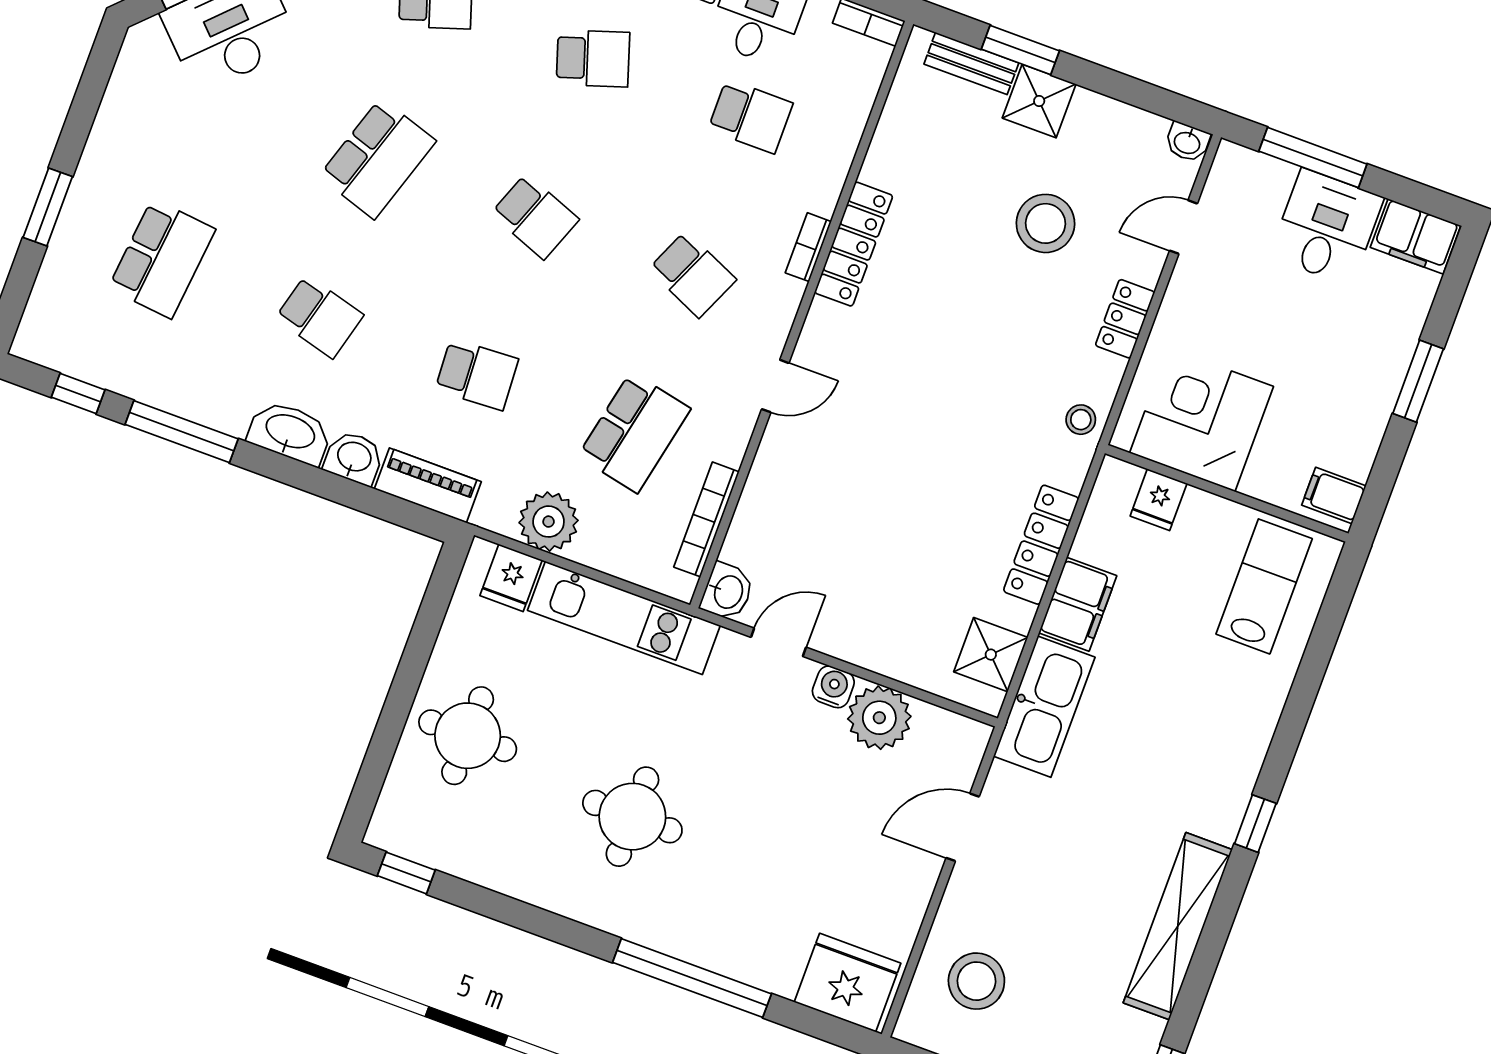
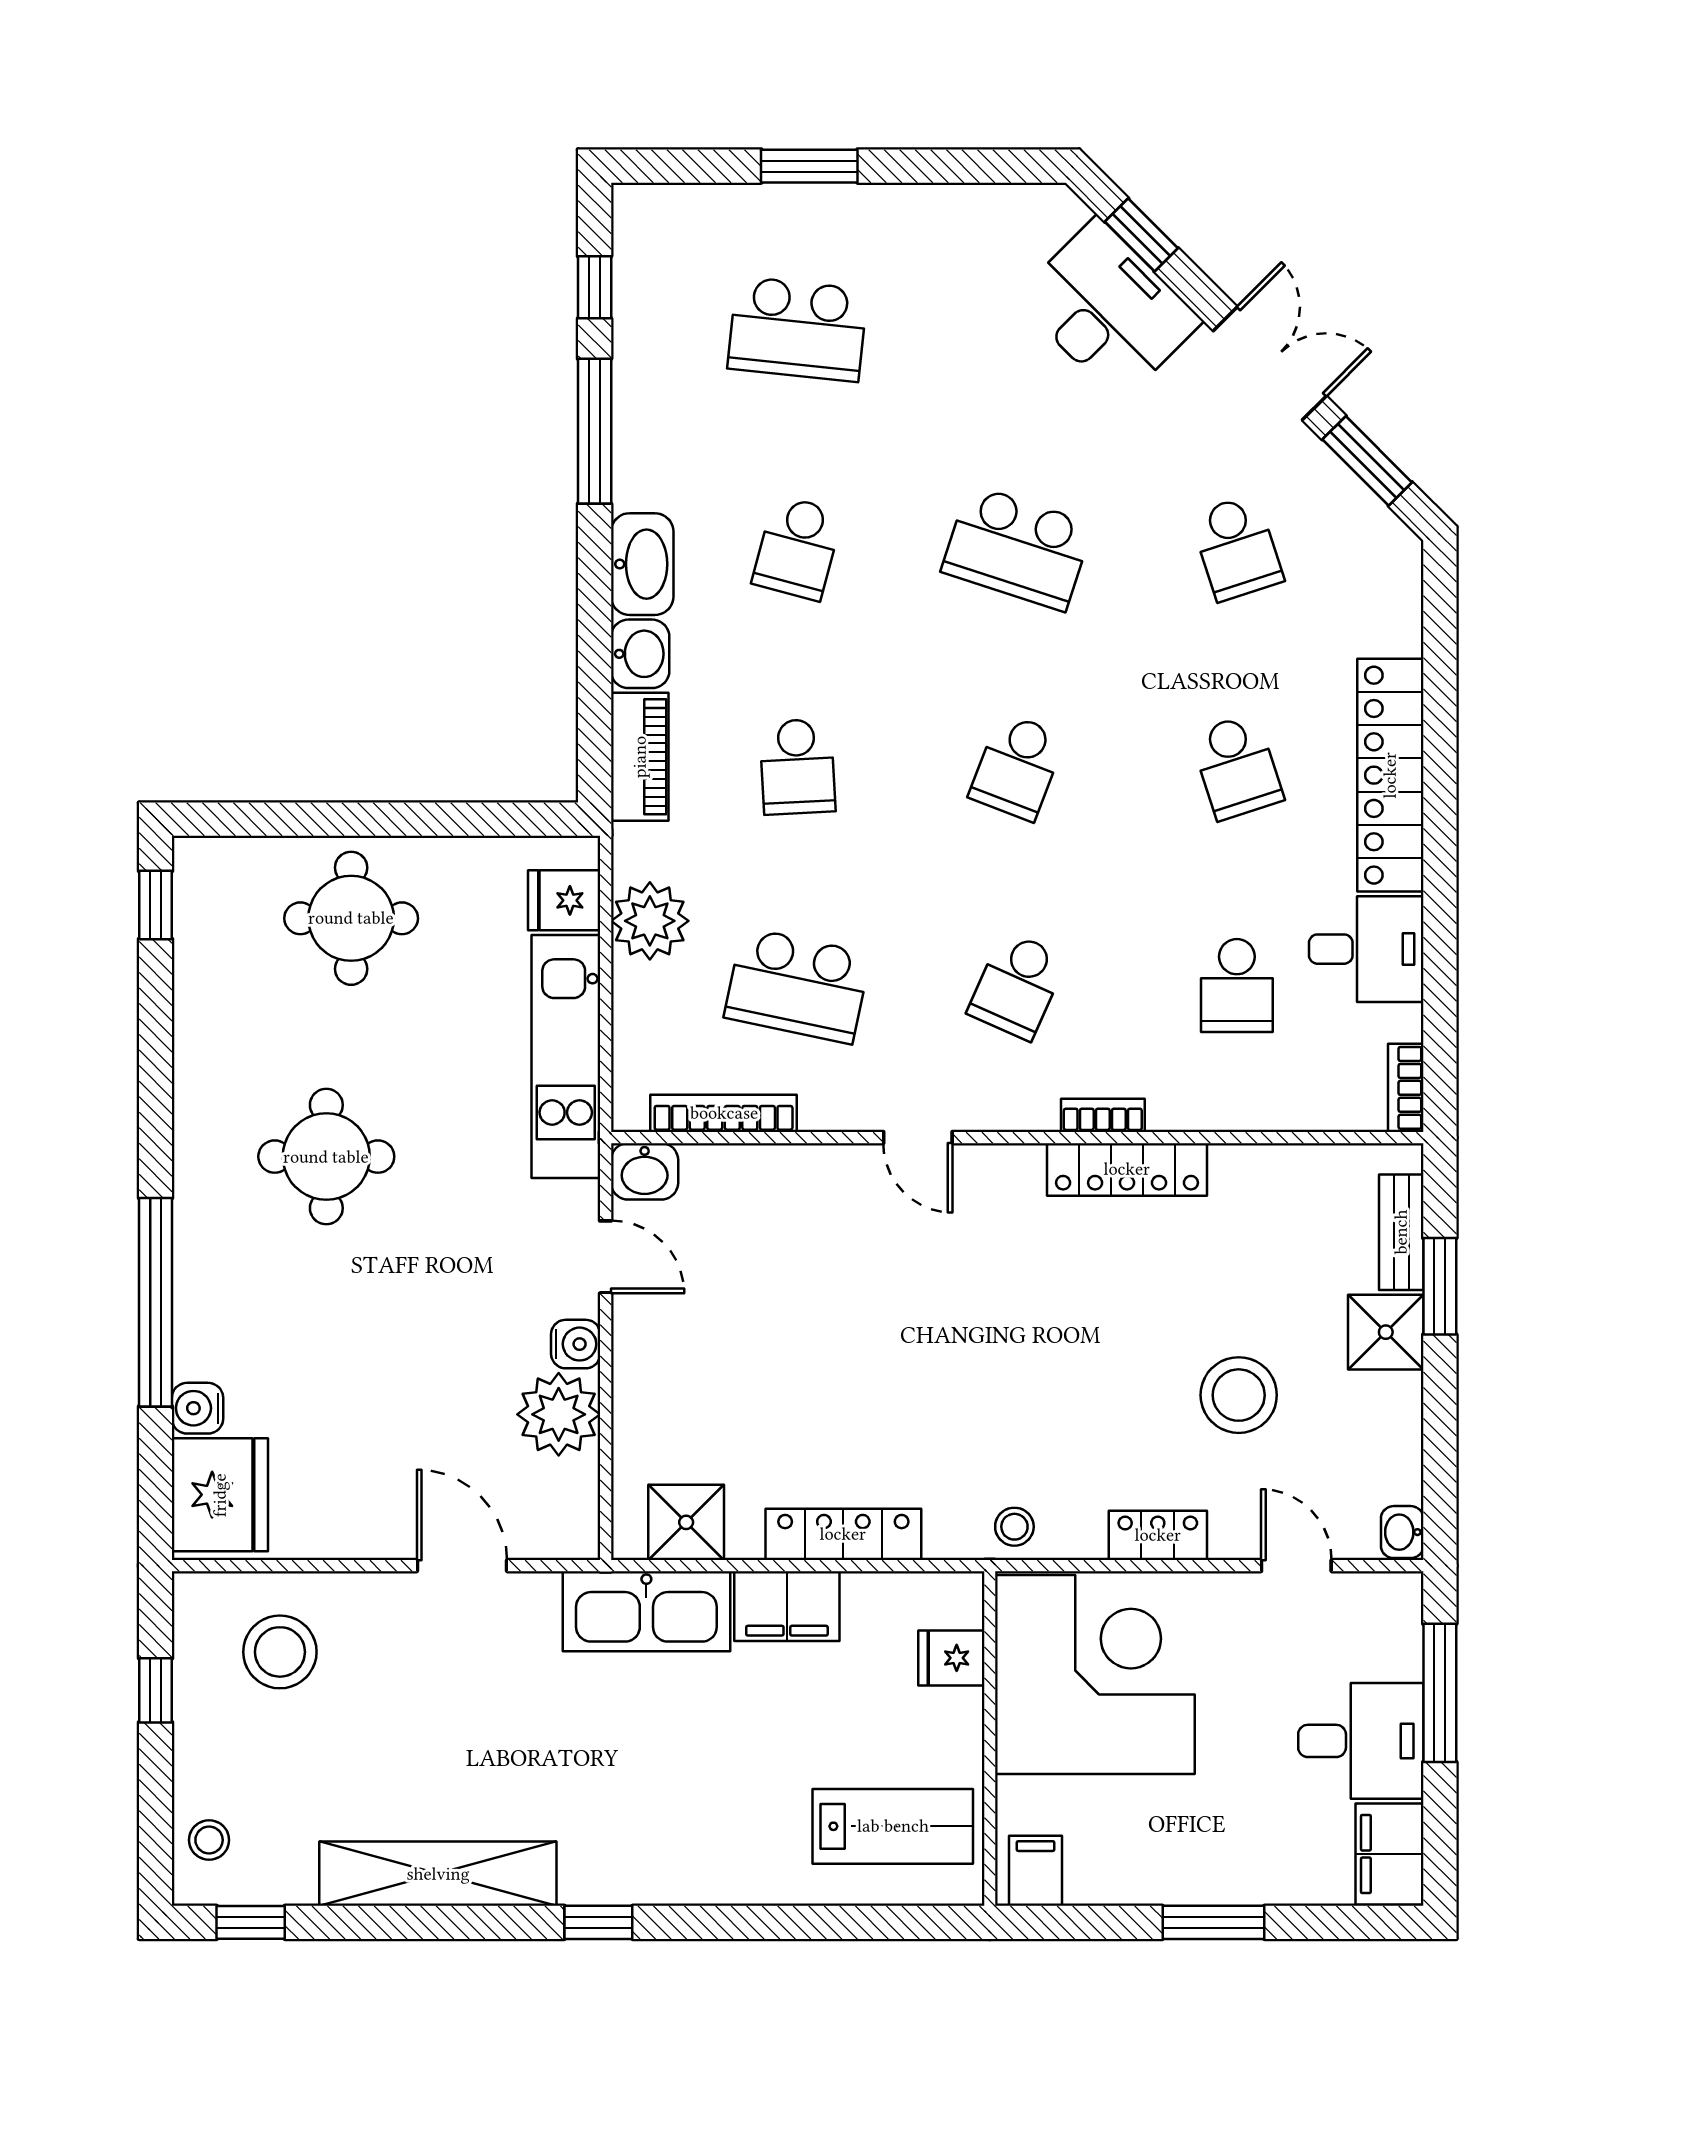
corner desk: (1201, 420) -> (1095, 1674), width x1.36, depth x1.36
water cooler: (779, 976) -> (198, 1408), added

